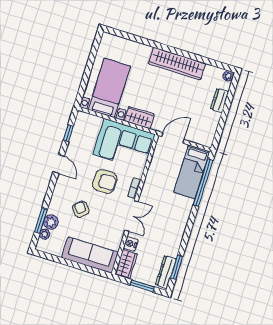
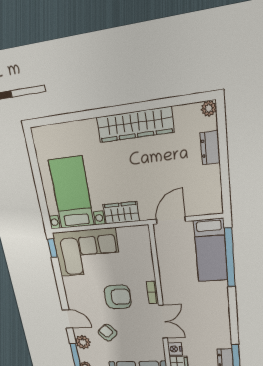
window: (68, 133) -> (52, 248), moved
corner sofa: (124, 144) -> (87, 253), moved
door: (59, 164) -> (68, 319), moved
plant: (51, 222) -> (83, 342), moved

